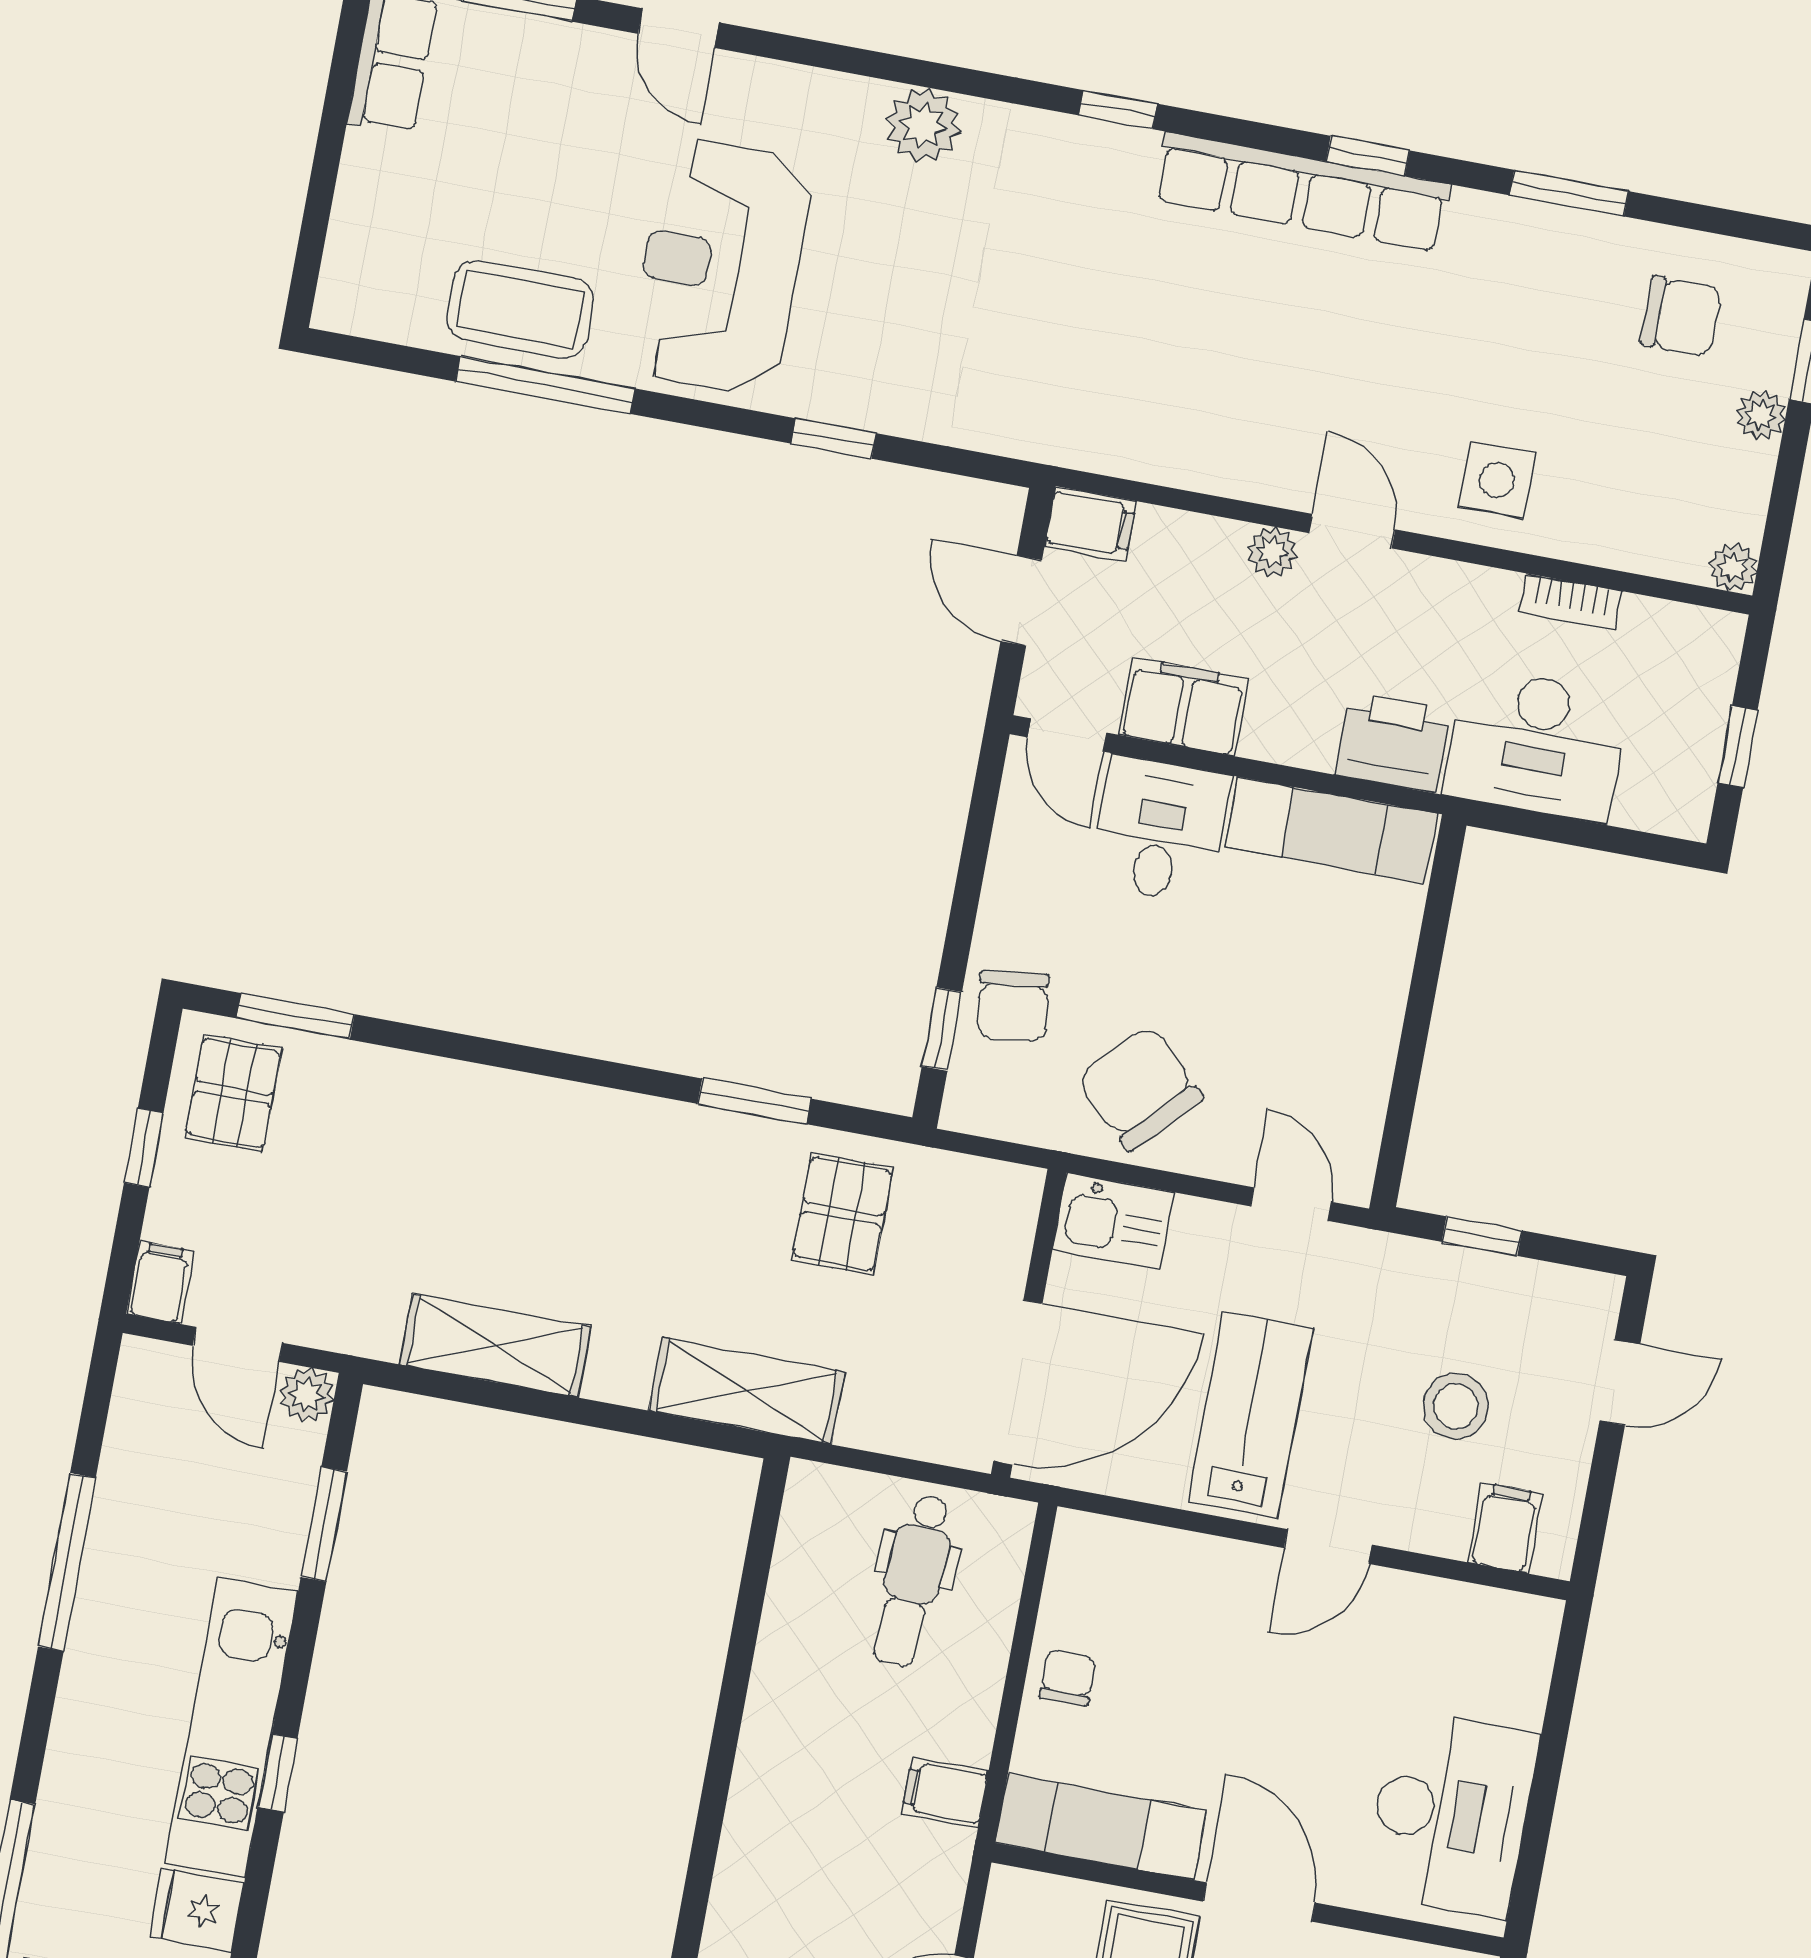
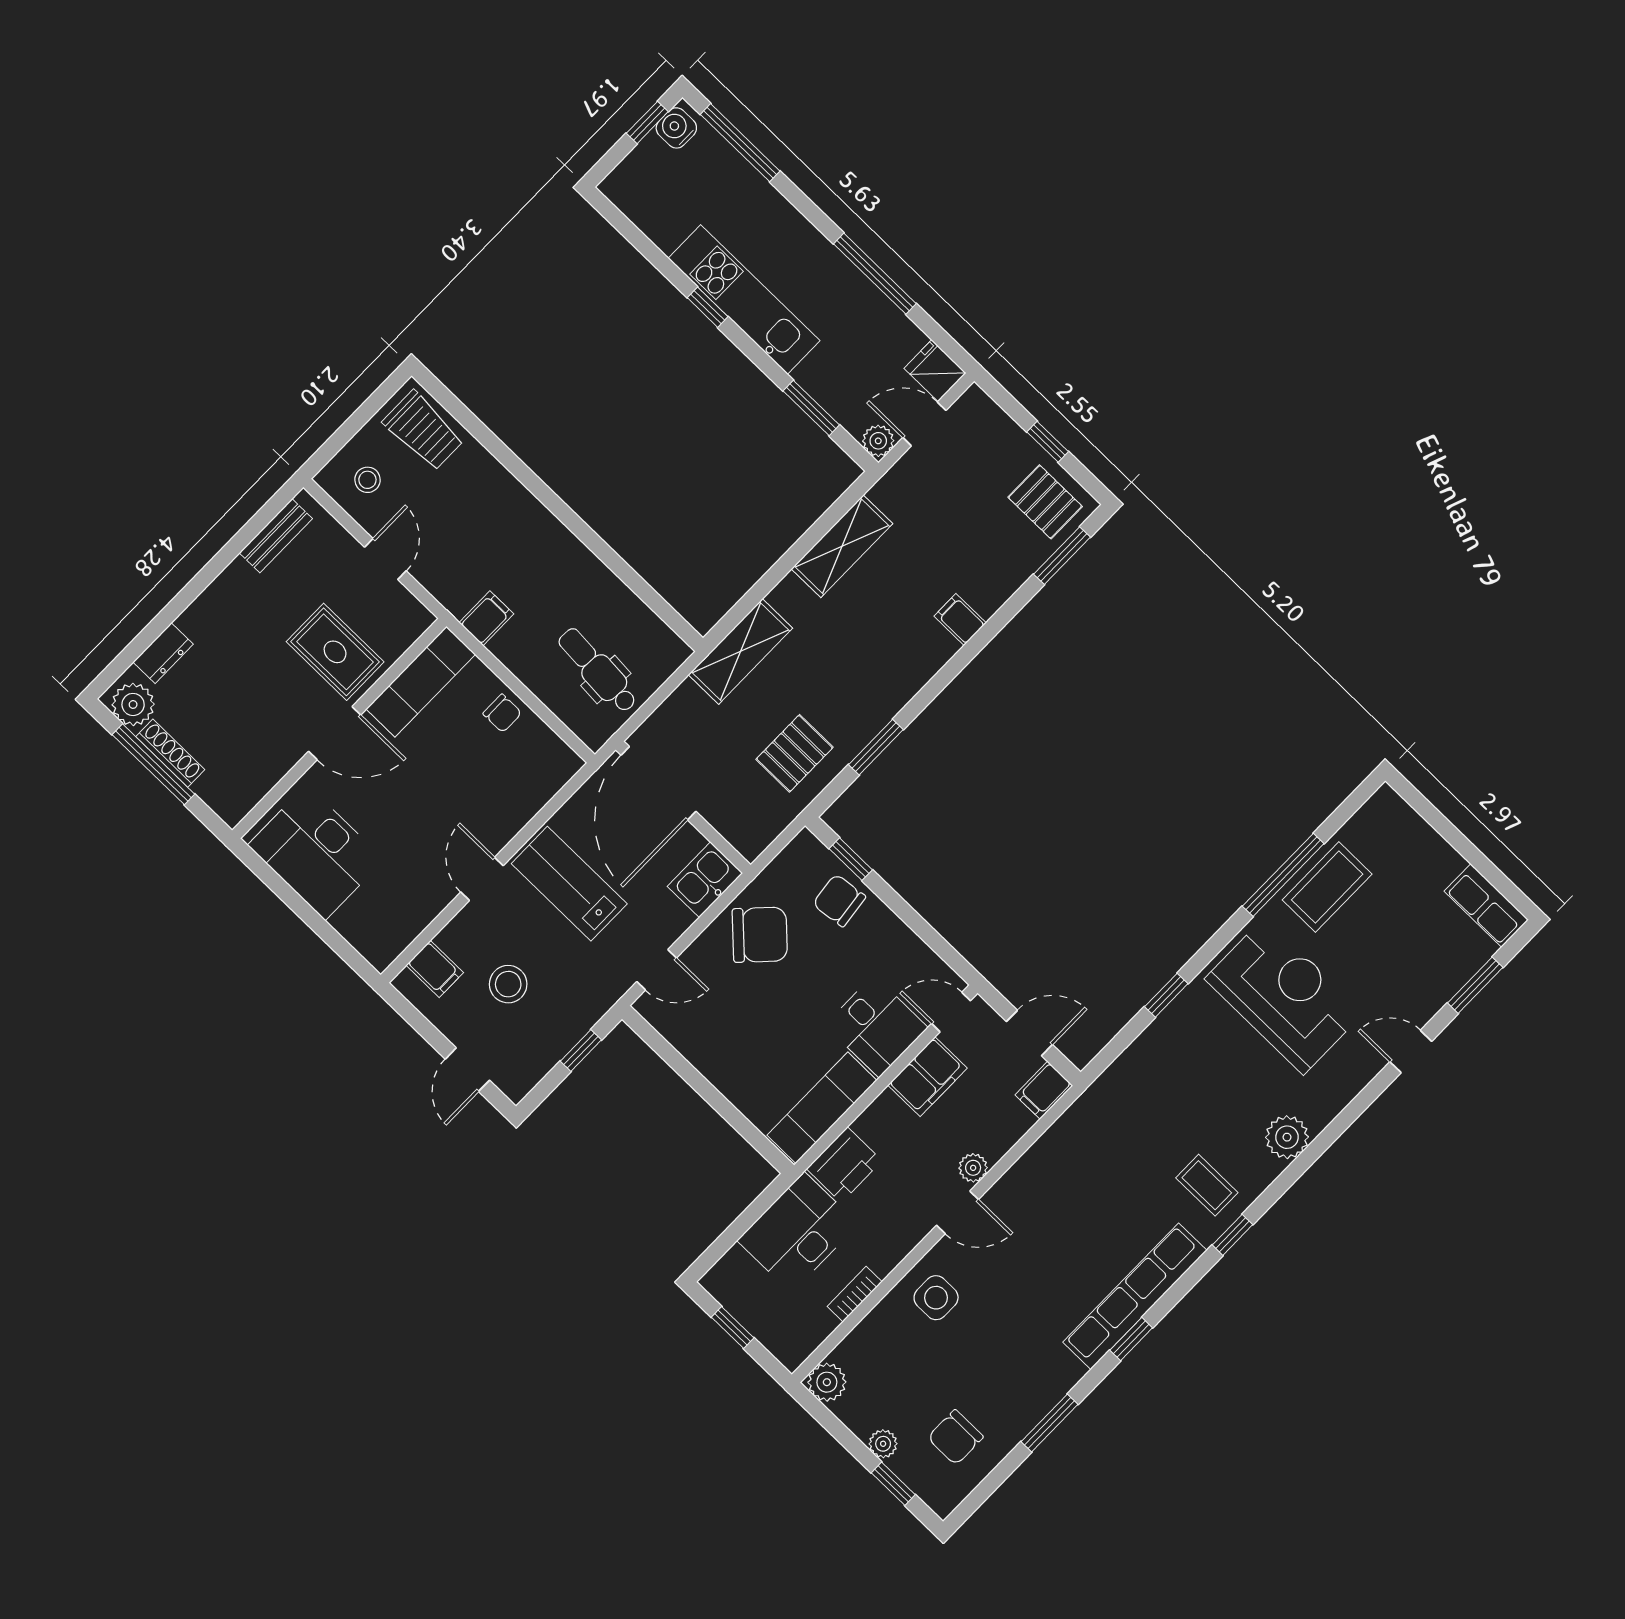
coffee table: (1071, 195) -> (1207, 1185), added
plant: (1733, 567) -> (827, 1382), width x1.38, depth x1.38
pallet: (842, 1214) -> (795, 753), turned 90
filing cabinet: (160, 1282) -> (960, 619), moved, turned 180
lab bench: (1251, 1415) -> (569, 884), turned 180
fridge: (197, 1910) -> (935, 371), moved, turned -90

